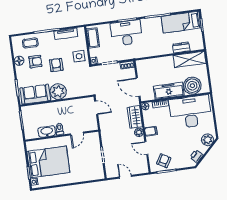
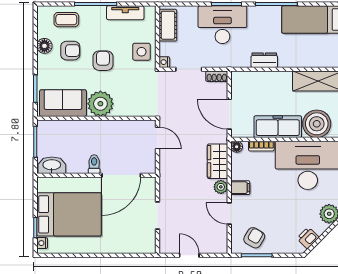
dresser: (181, 48) -> (264, 60), moved
washbasin: (47, 131) -> (52, 165), moved
door: (77, 134) -> (121, 175), width x1.88

